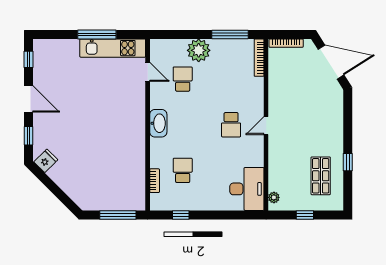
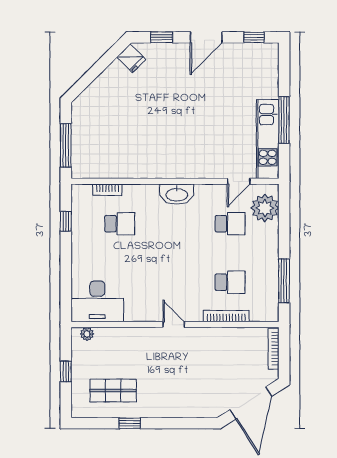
plant: (199, 50) -> (265, 208), moved
bookcase: (259, 58) -> (226, 316), moved
school desk: (231, 125) -> (230, 282), moved, turned 180

